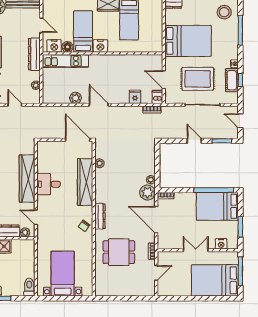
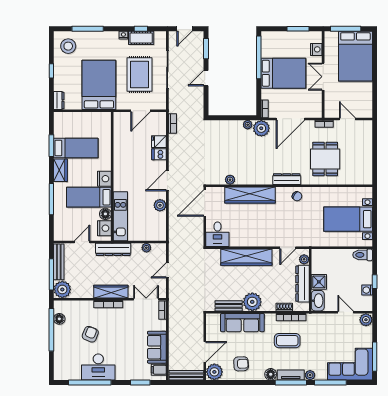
dishwasher: (157, 97) -> (159, 154), moved
desk: (49, 184) -> (217, 234), moved
bed: (217, 206) -> (283, 73), moved, turned -90

